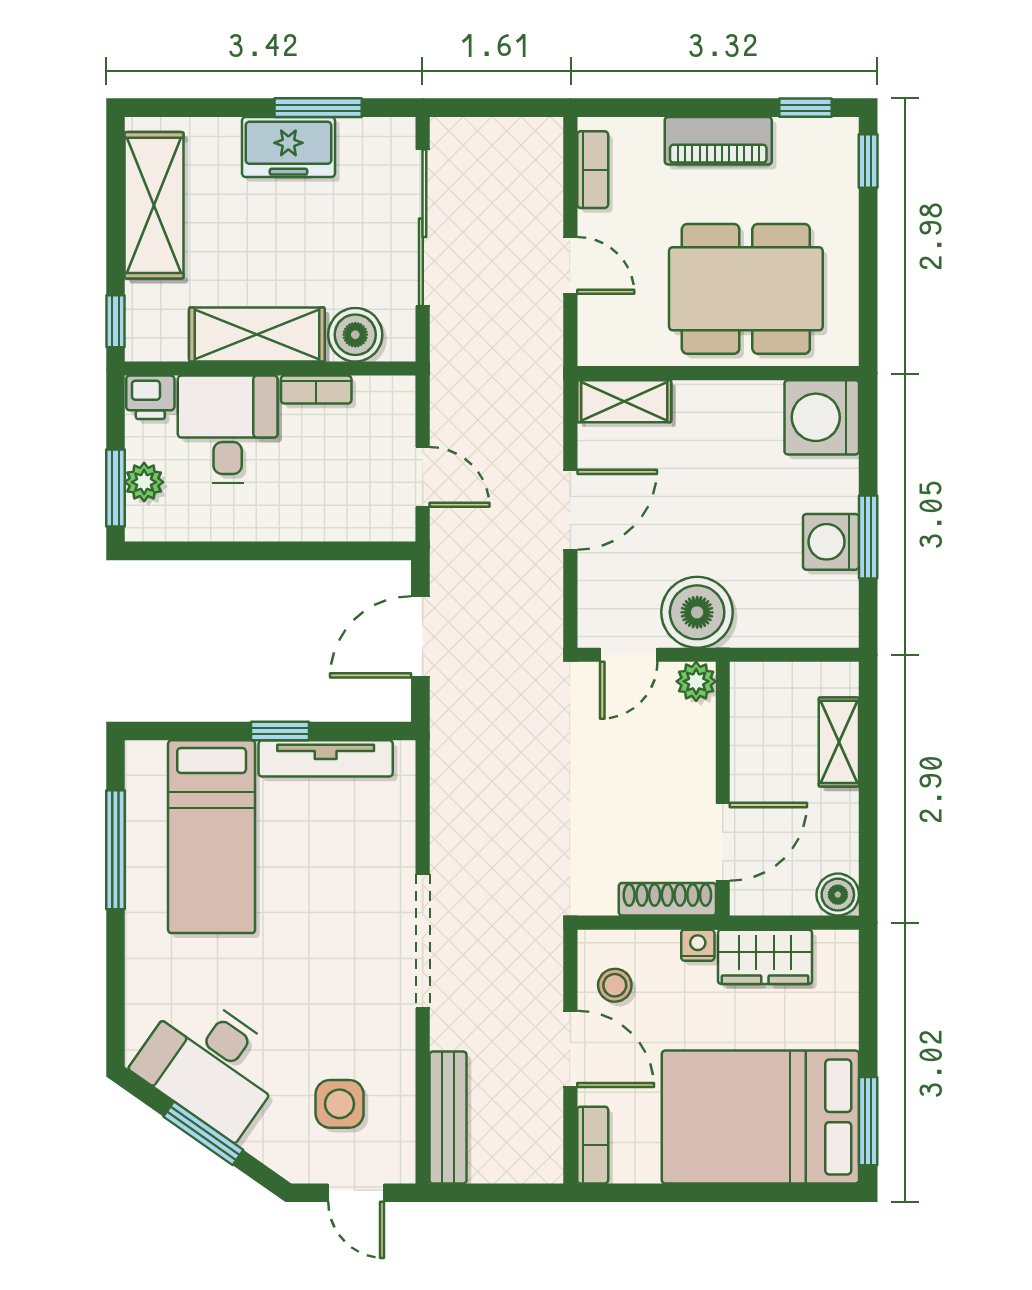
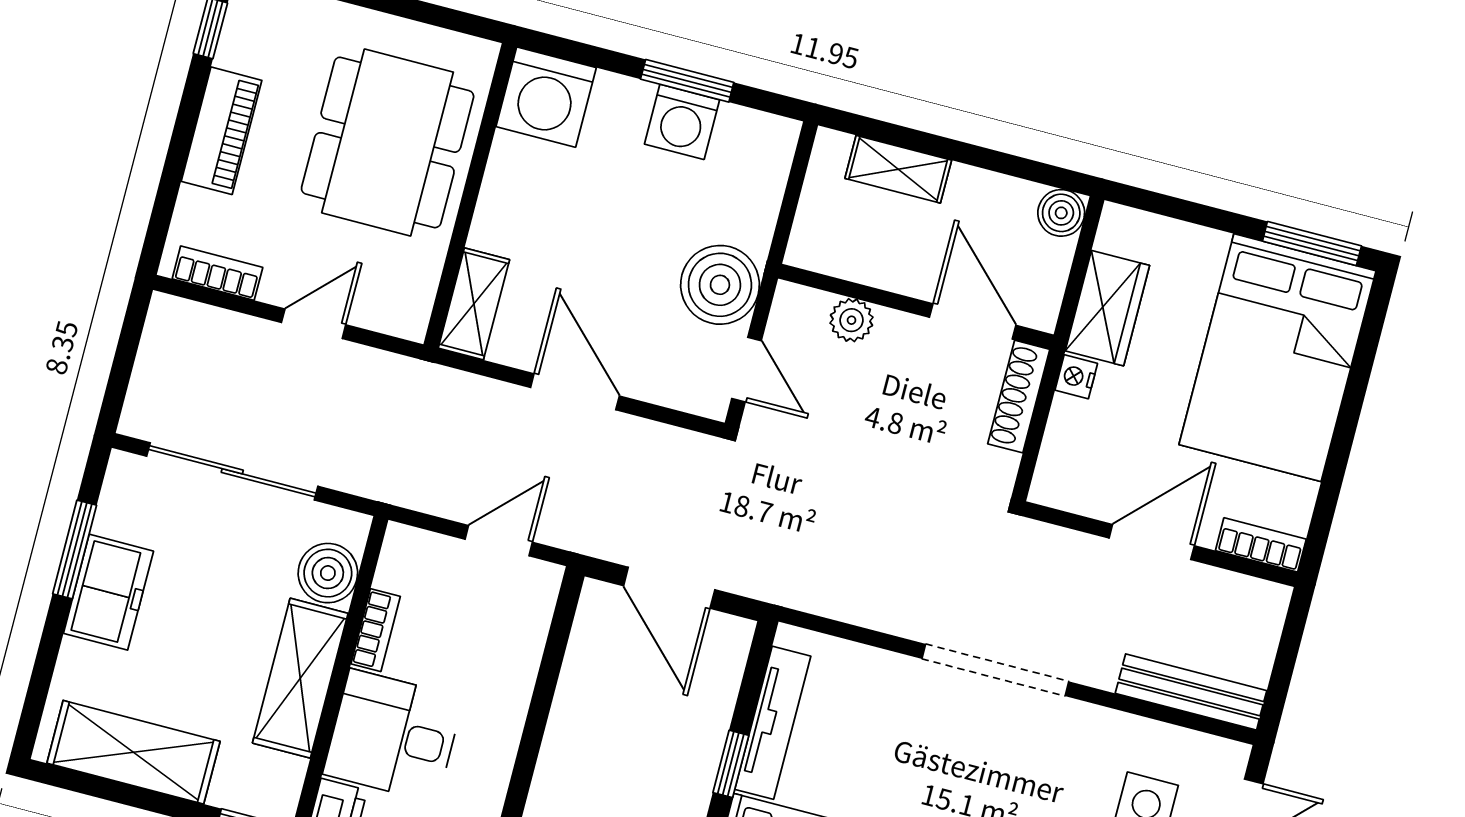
plant: (696, 681) -> (852, 320), moved
stool: (615, 985) -> (1096, 477), removed

